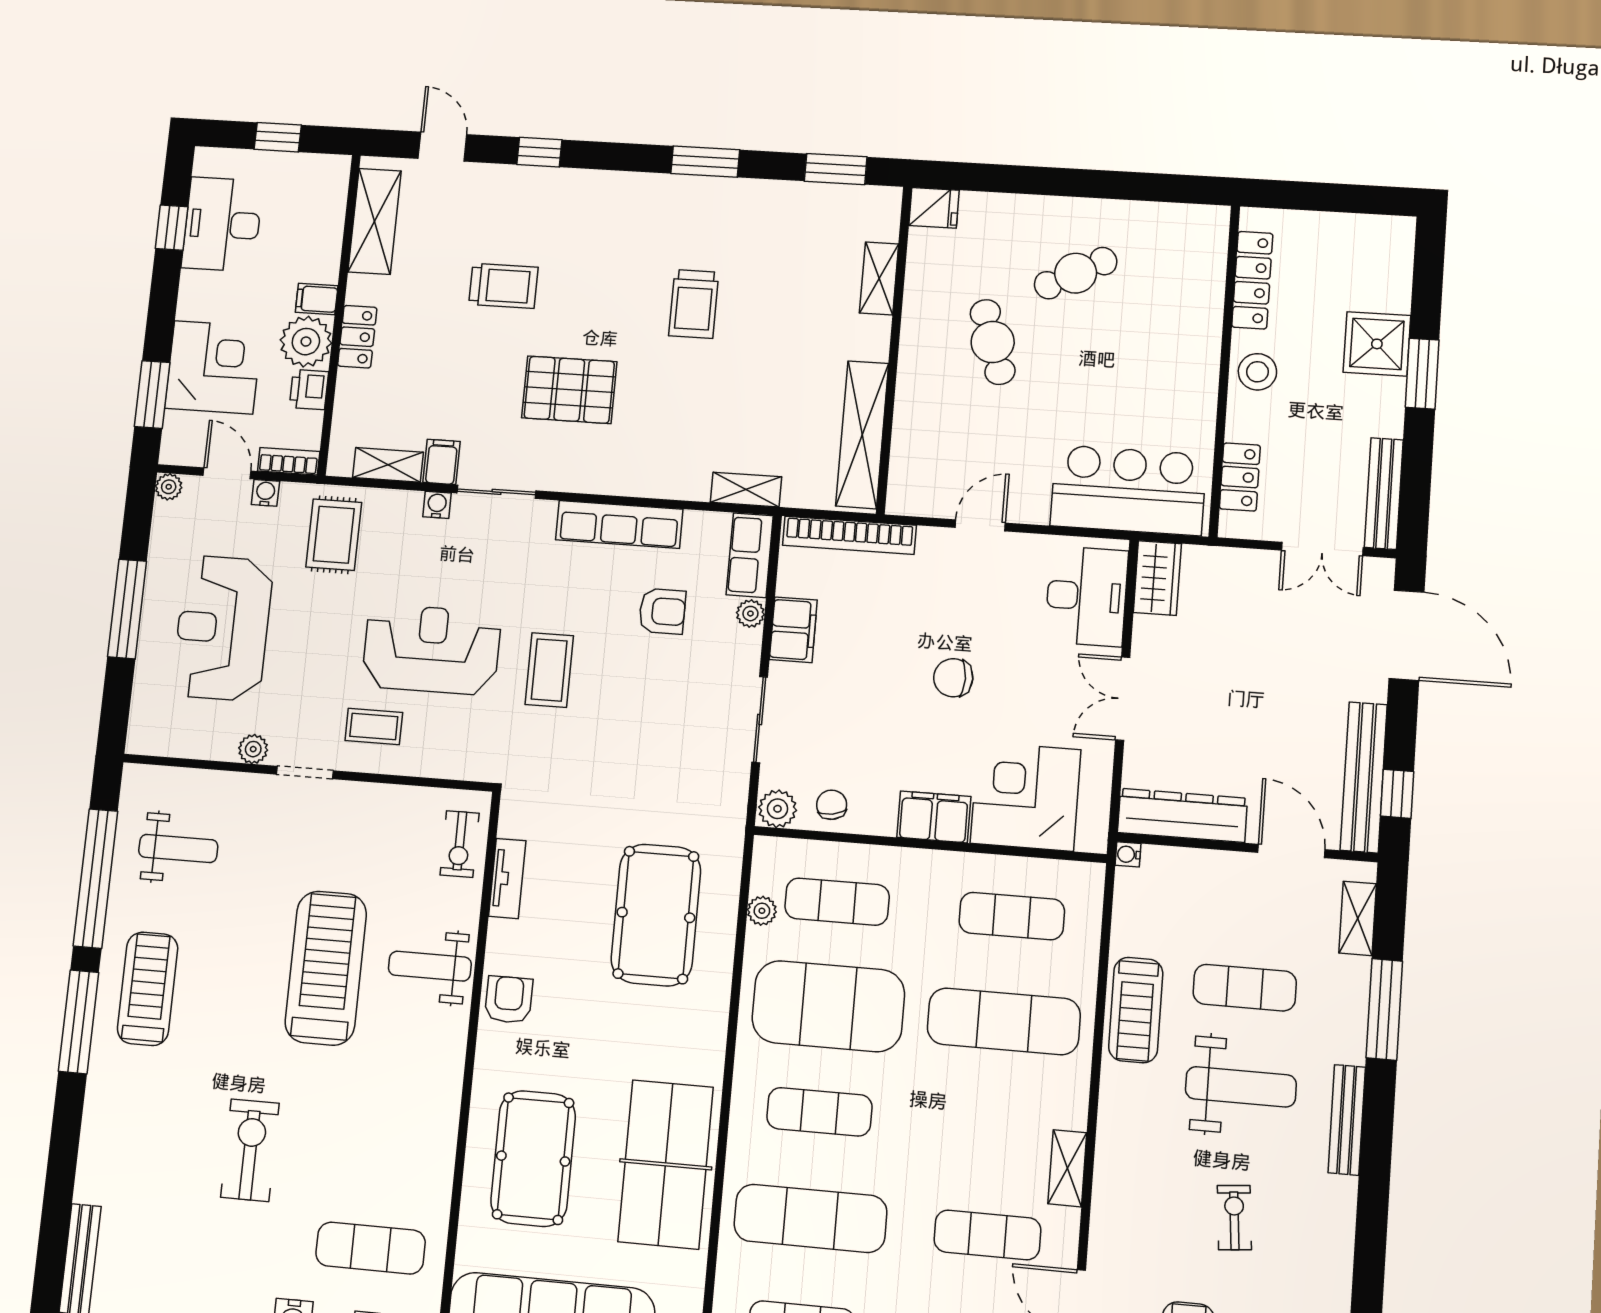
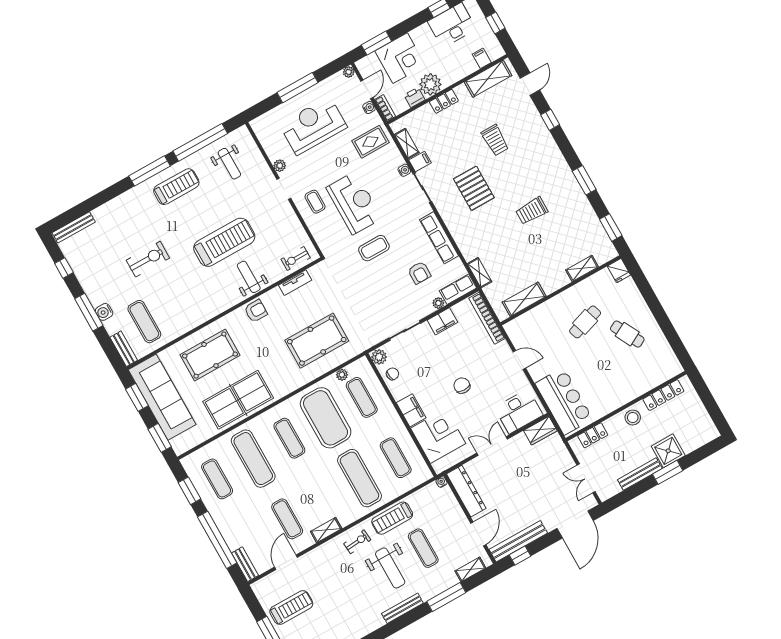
filing cabinet: (317, 299) -> (482, 58), moved
shelving: (862, 435) -> (524, 299), width x0.68
bench: (1384, 494) -> (640, 474), moved
exercise bike: (1234, 1218) -> (357, 542), moved

